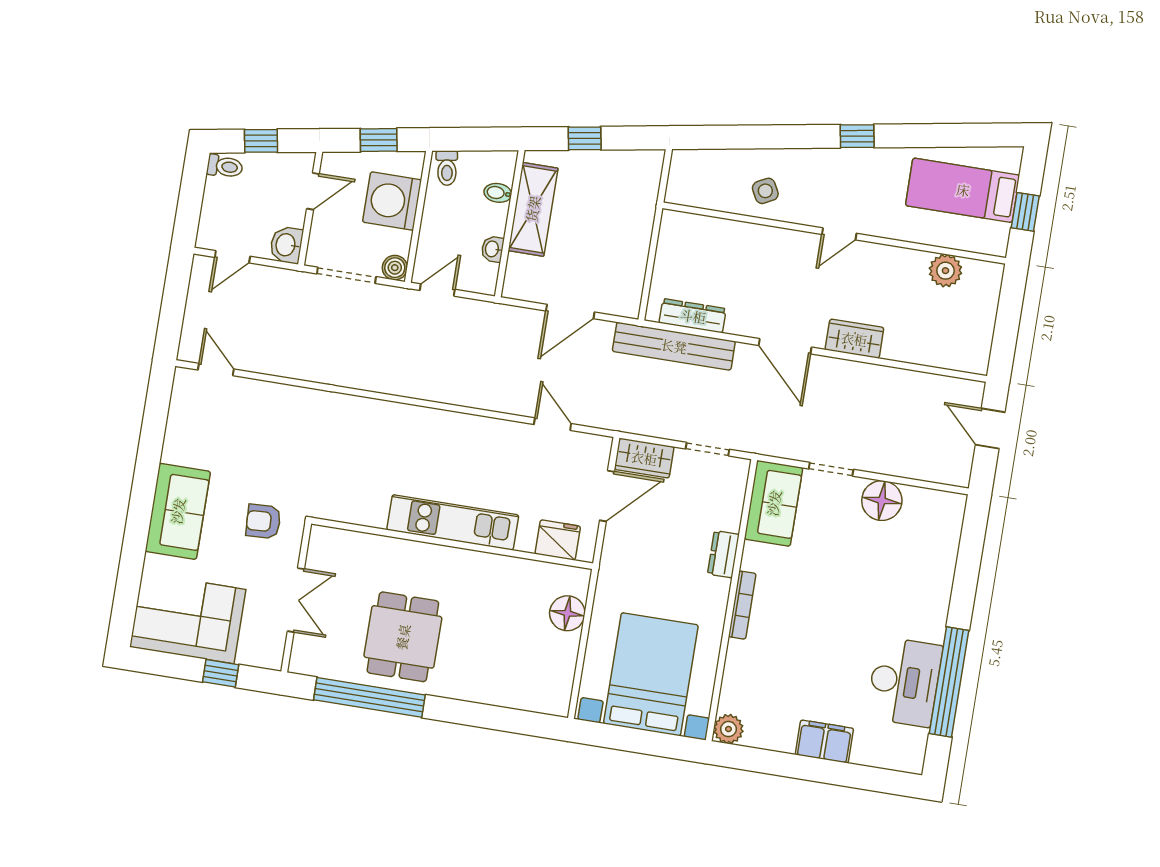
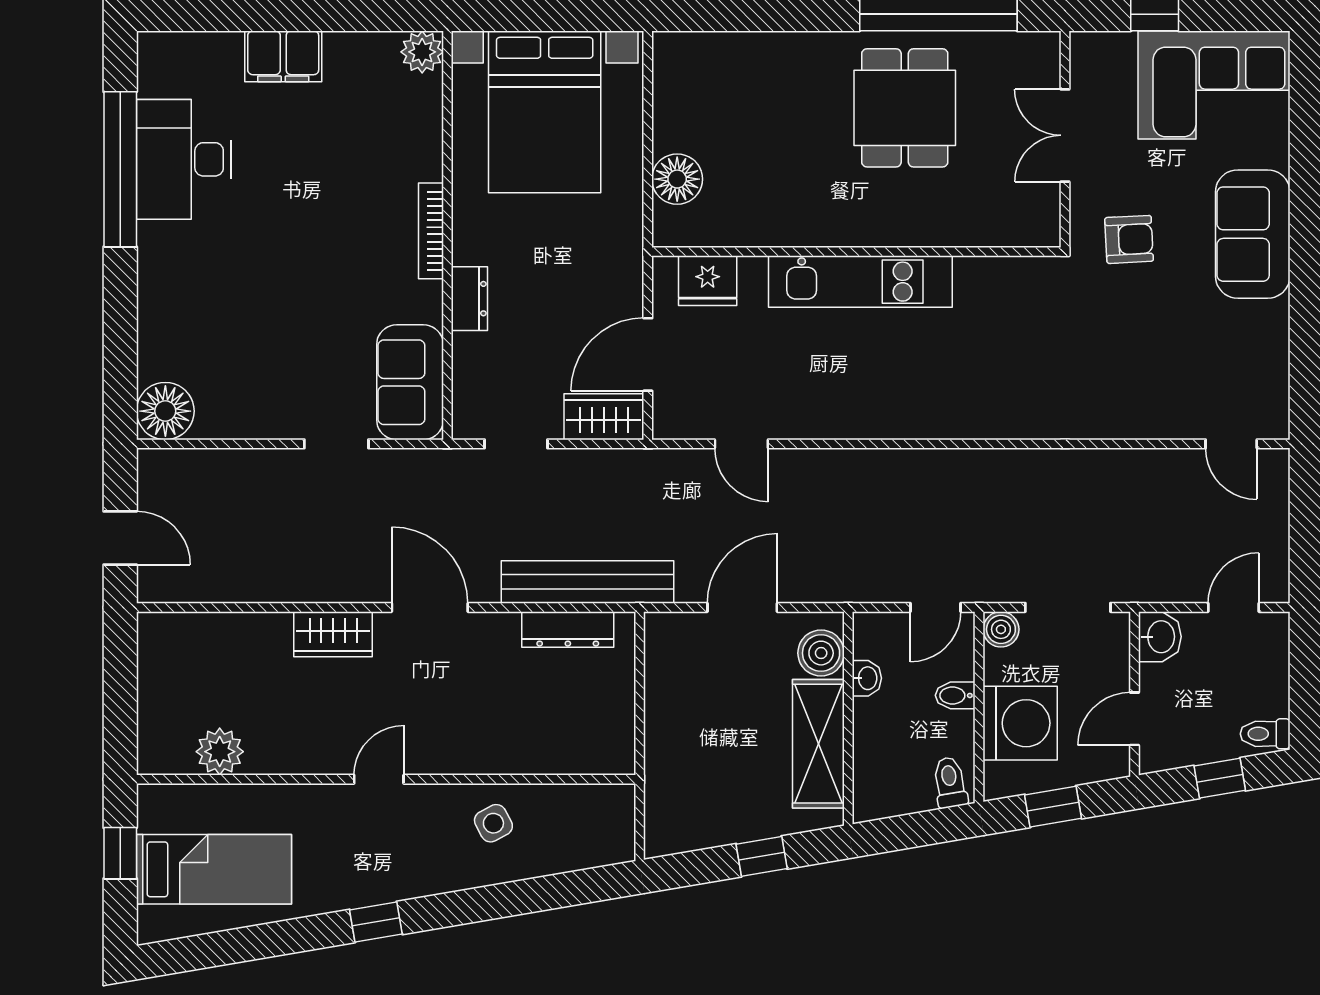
bidet: (498, 193) -> (955, 695), moved, turned 180
boiler: (521, 271) -> (821, 653), added
floor lamp: (882, 501) -> (165, 411), moved

